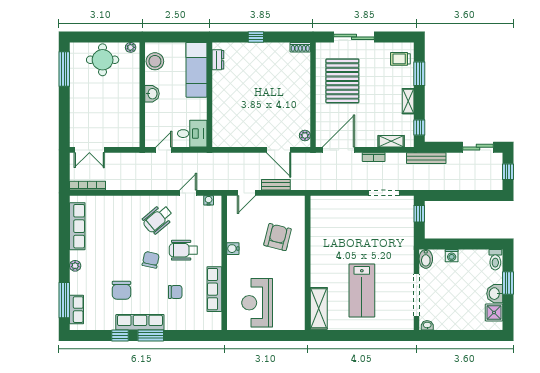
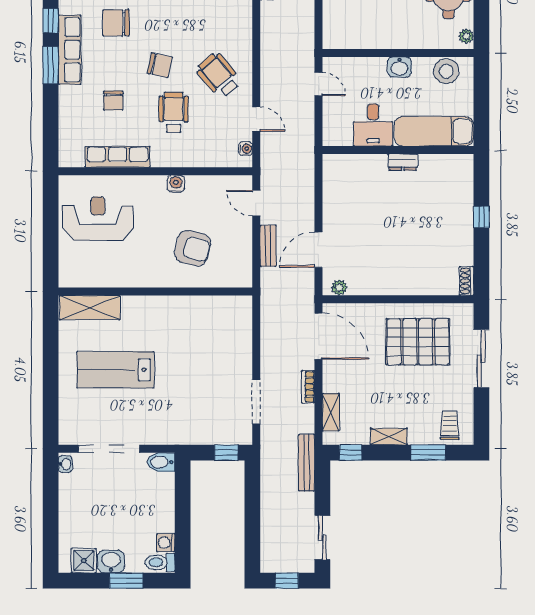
dresser: (218, 60) -> (403, 162), moved
desk: (192, 134) -> (373, 125), moved
washing machine: (452, 256) -> (166, 543), moved

